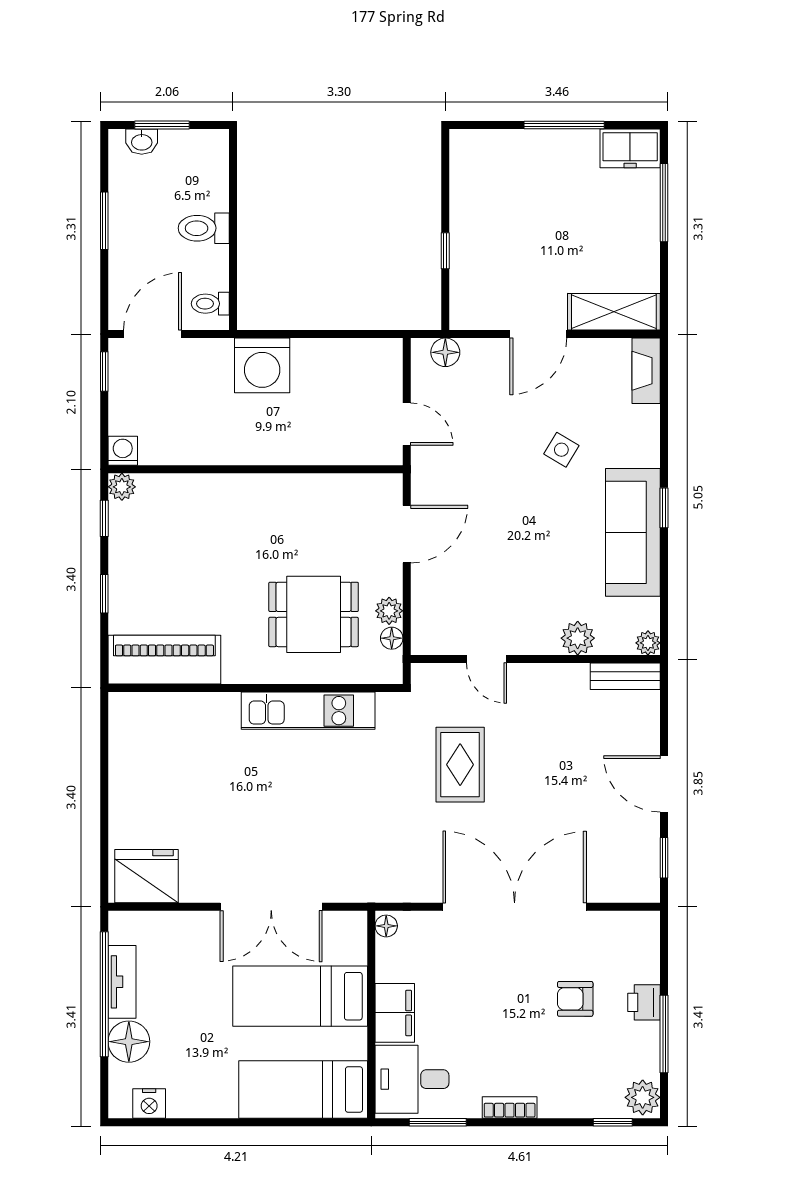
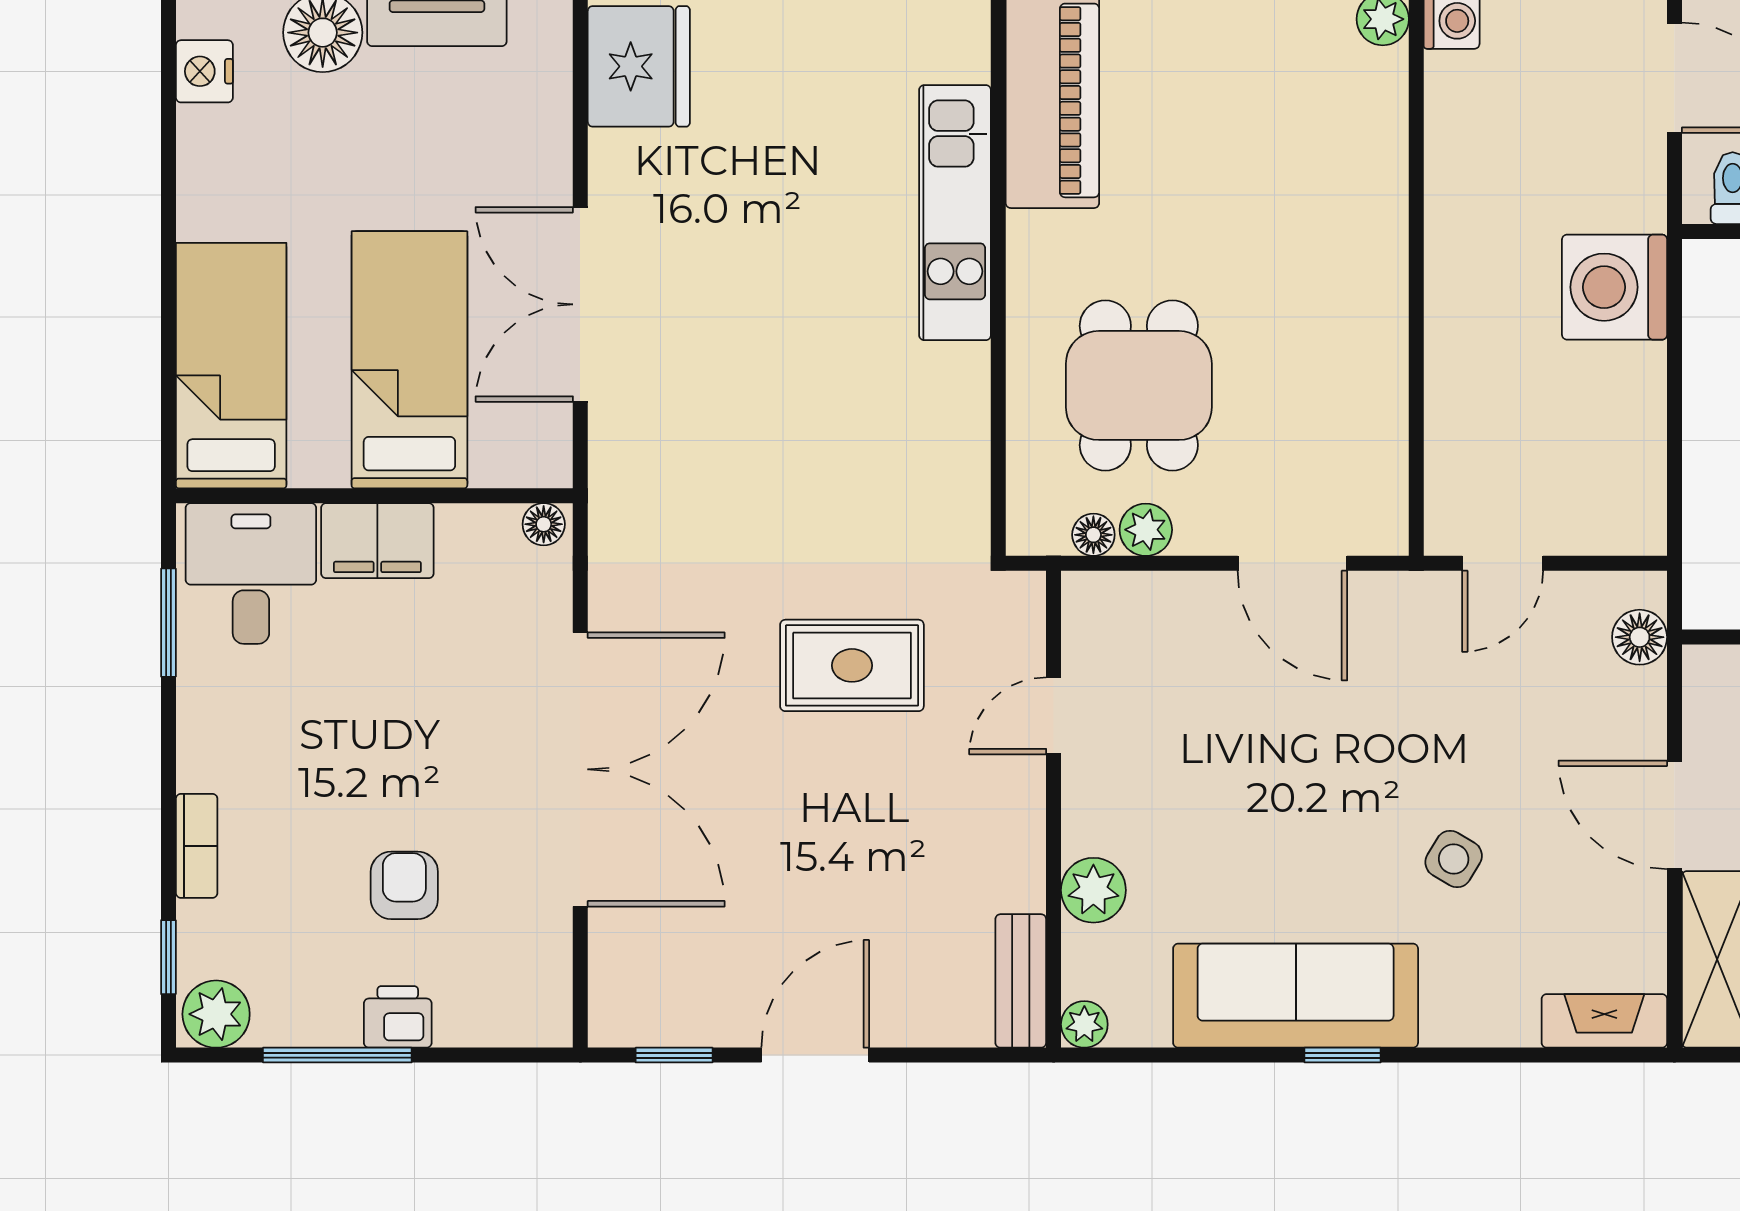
kitchen unit: (308, 711) -> (955, 213), moved
bookcase: (510, 1108) -> (197, 846), moved

